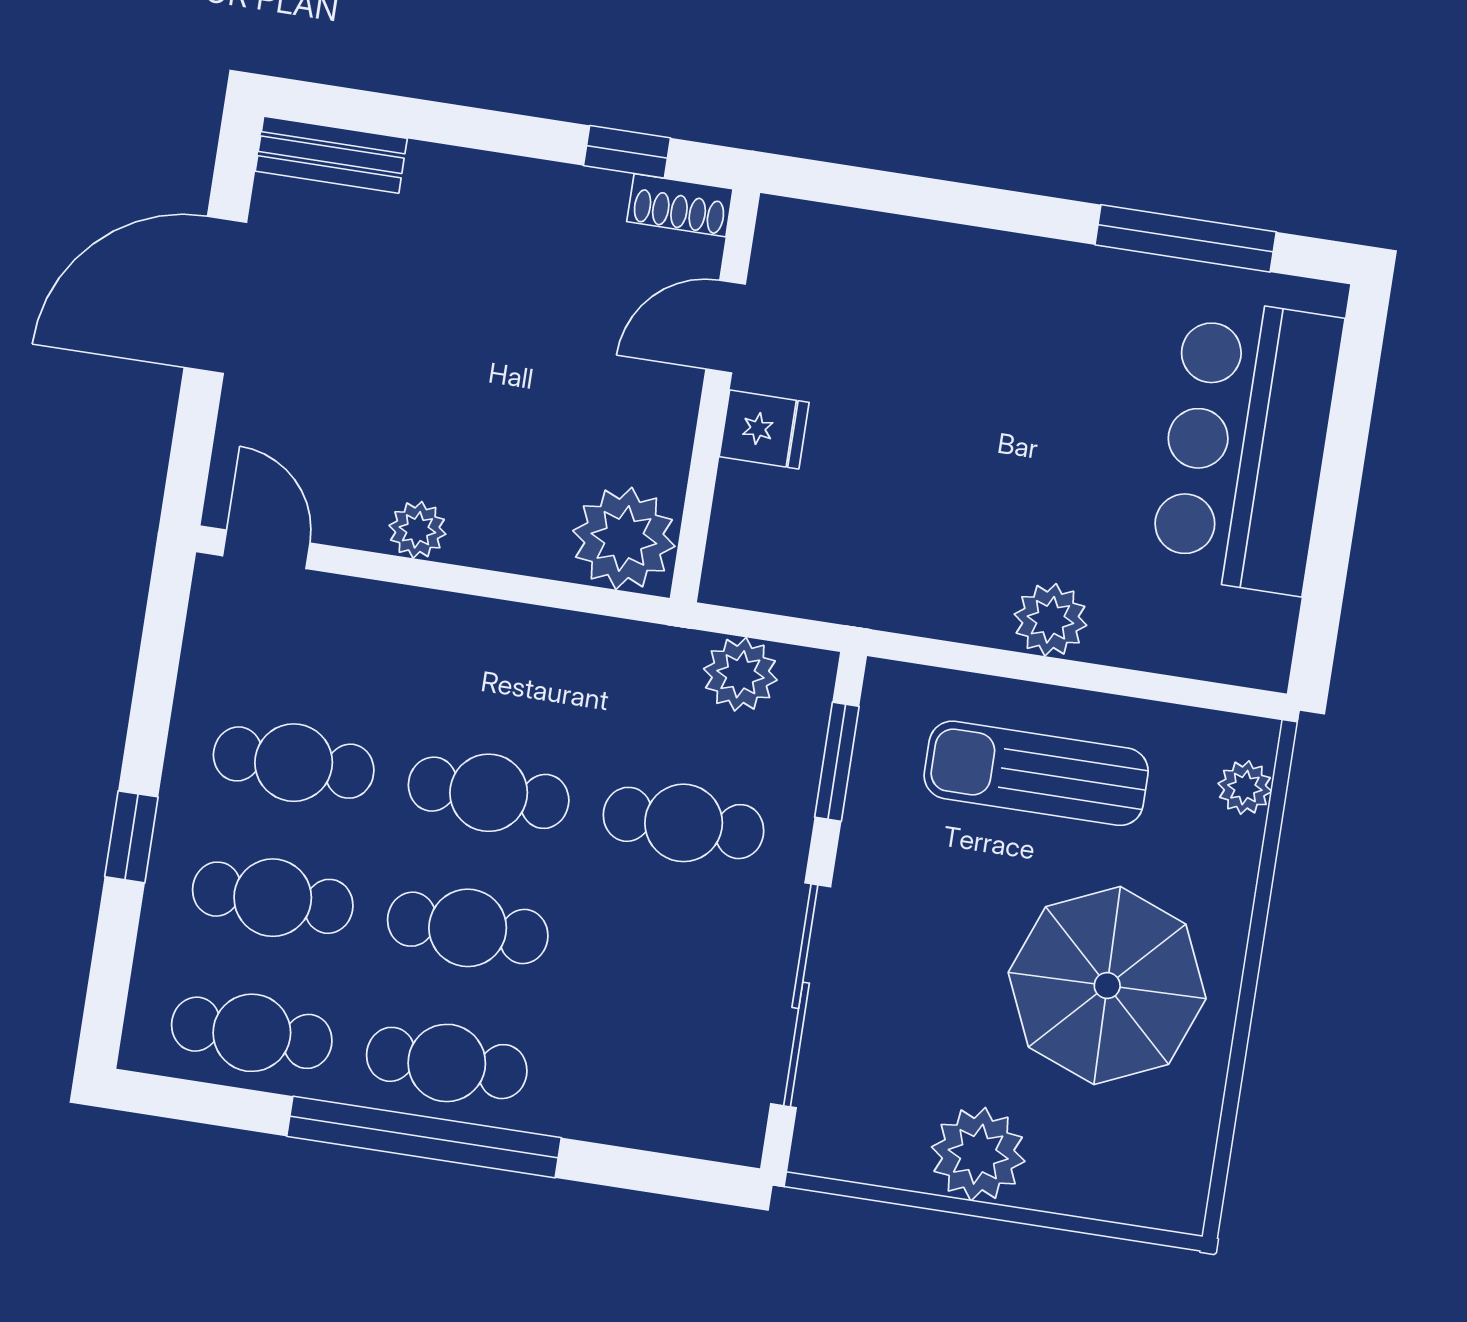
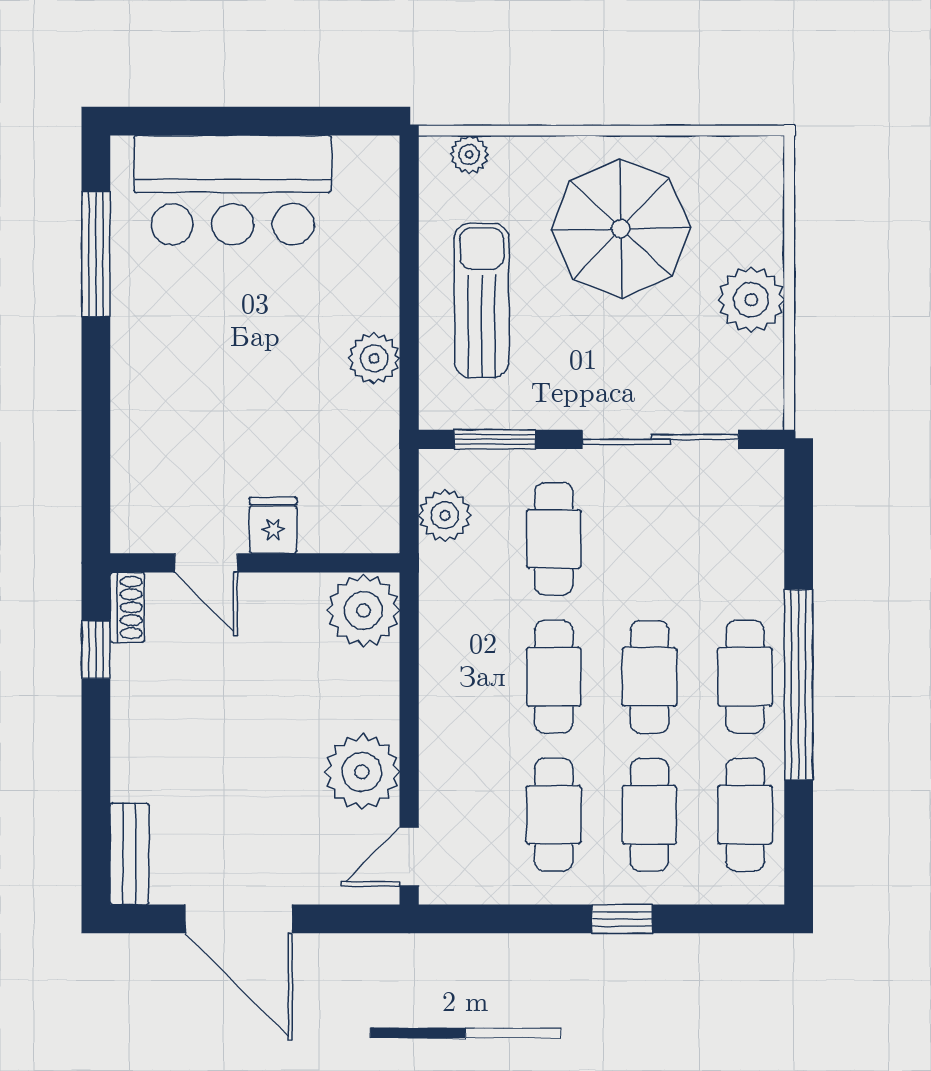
plant: (417, 530) -> (362, 772), width x1.87, depth x1.87
plant: (1050, 620) -> (374, 358), moved
sun lounger: (1036, 773) -> (482, 300), turned 180

